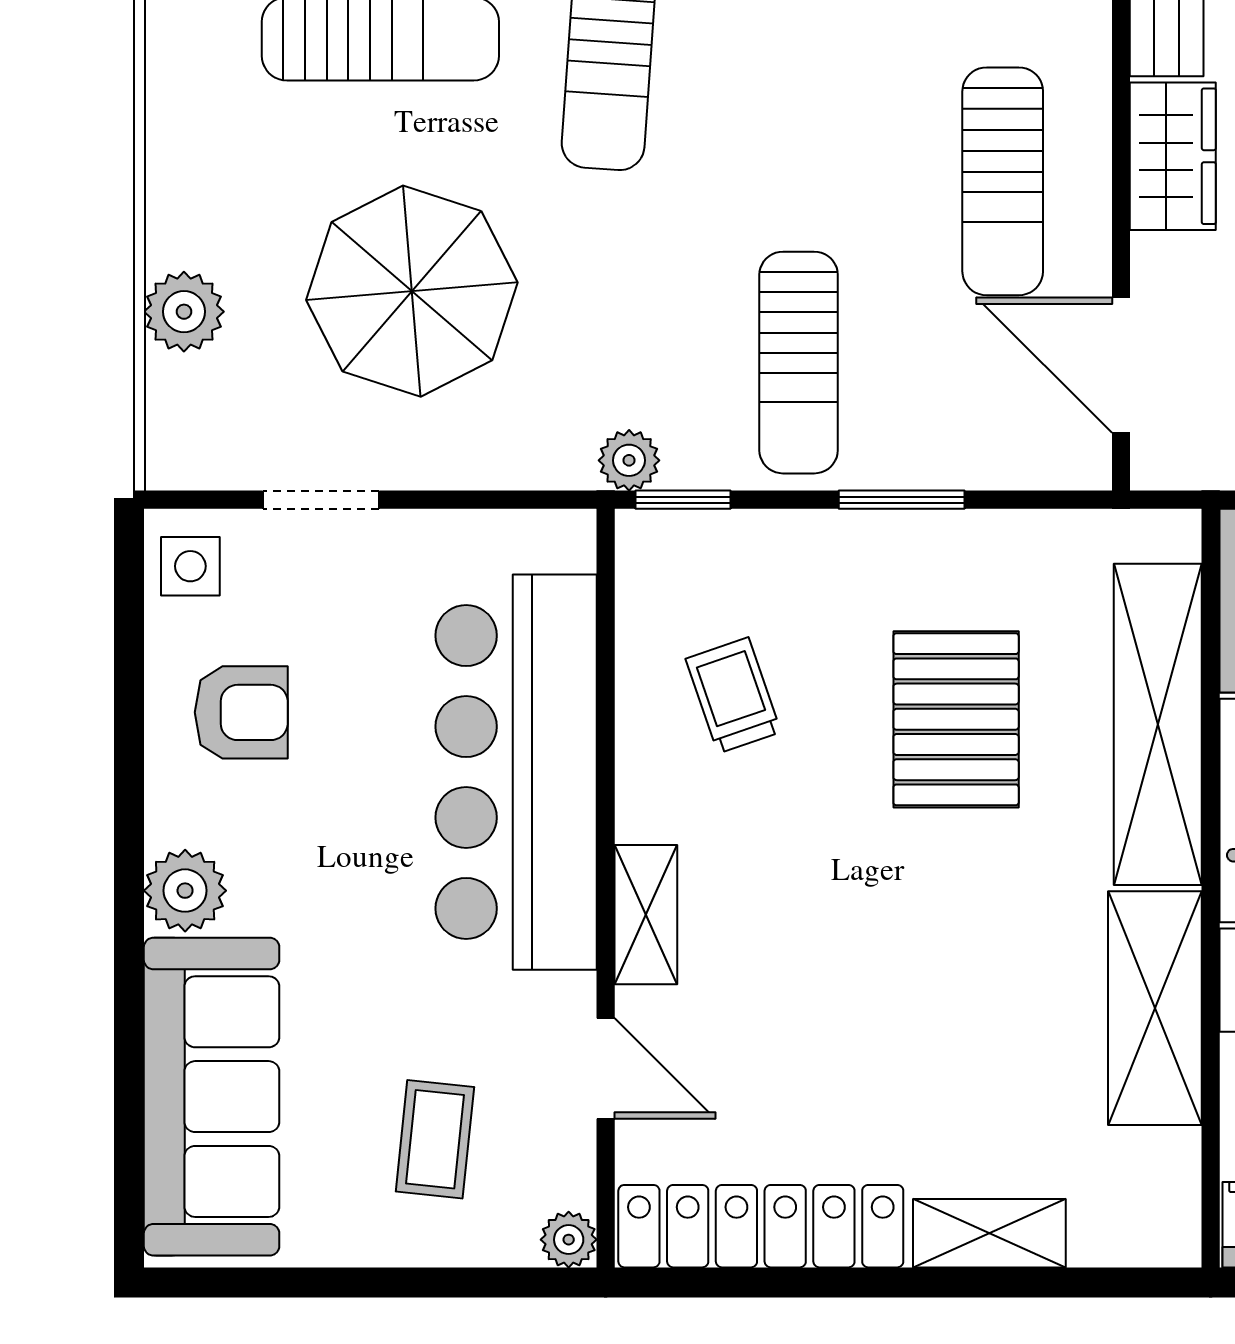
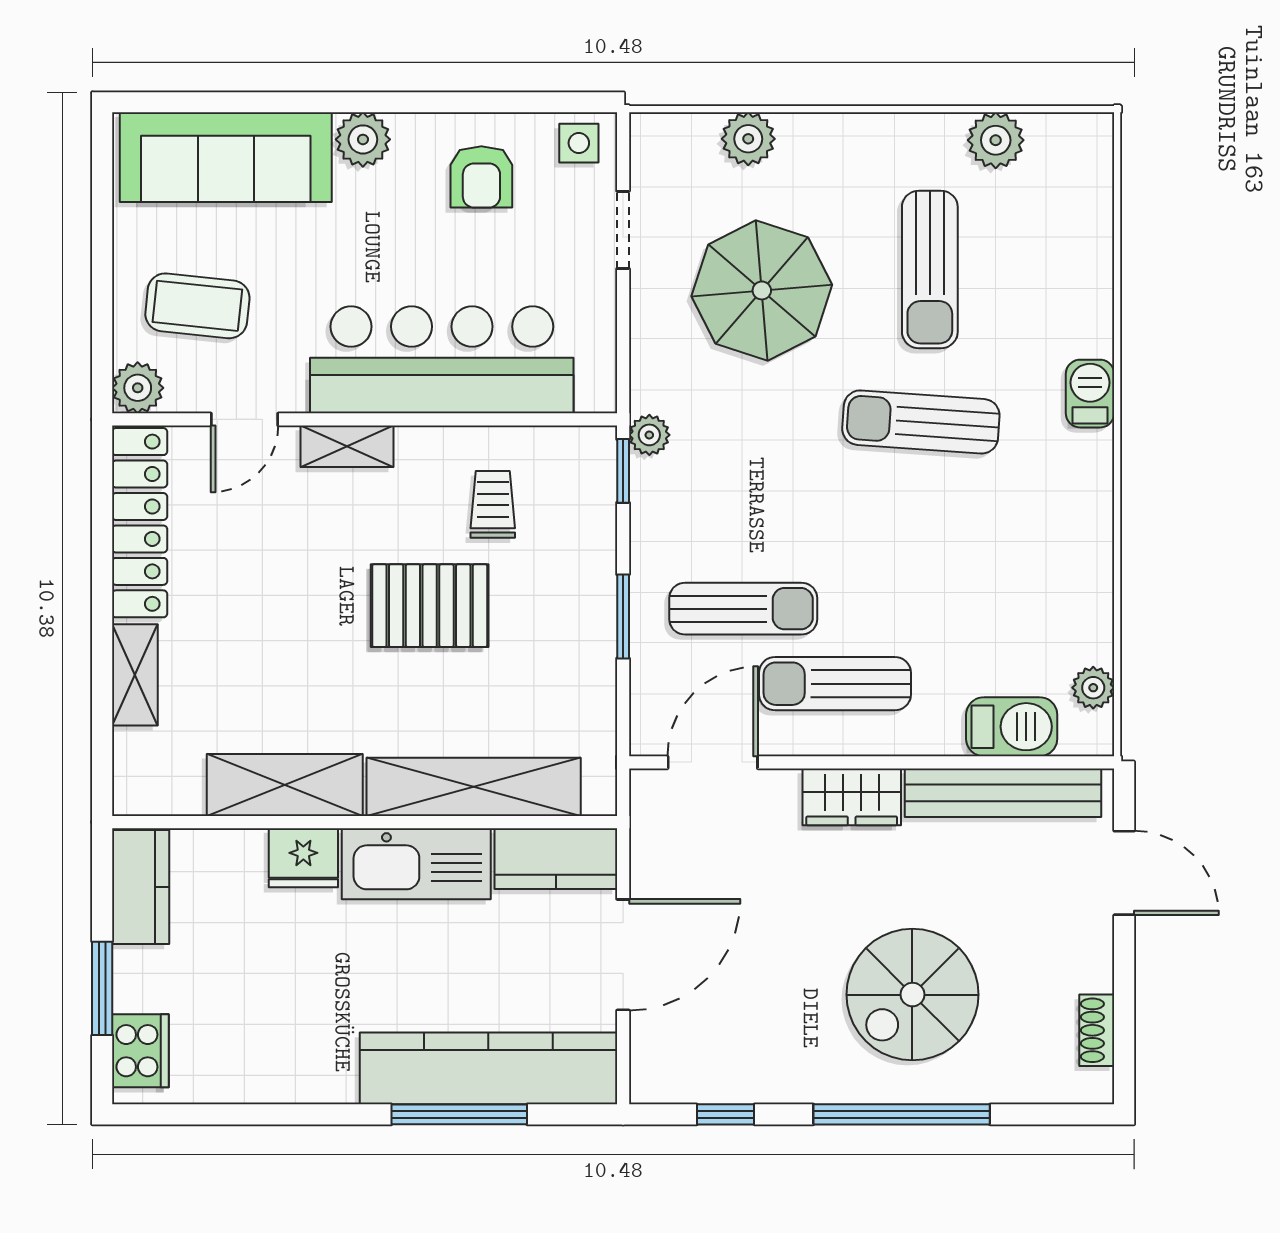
sun lounger: (799, 363) -> (743, 609), moved, turned 180
trolley: (733, 695) -> (493, 504), turned -71
pallet: (956, 719) -> (430, 606), moved
coffee table: (435, 1139) -> (197, 306), width x1.36, depth x1.30
plant: (569, 1240) -> (138, 388), width x1.38, depth x1.38

